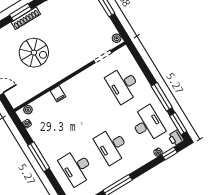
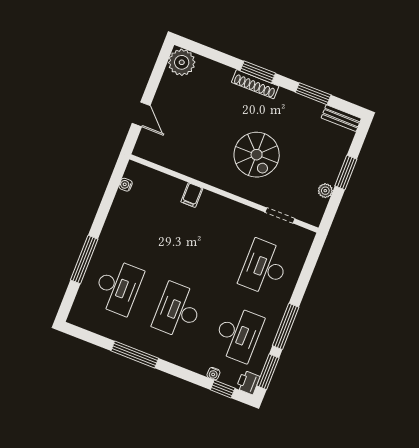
plant: (117, 38) -> (325, 191), moved
spiral stairs: (34, 53) -> (257, 155), moved
plant: (28, 110) -> (144, 173), removed
window: (39, 157) -> (84, 260), moved
desk: (76, 167) -> (118, 287), turned 180

